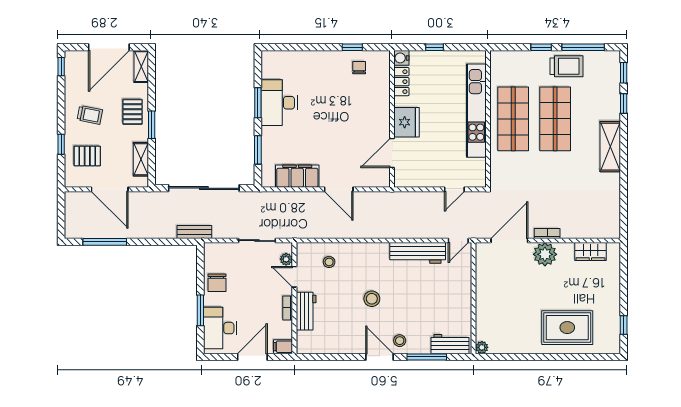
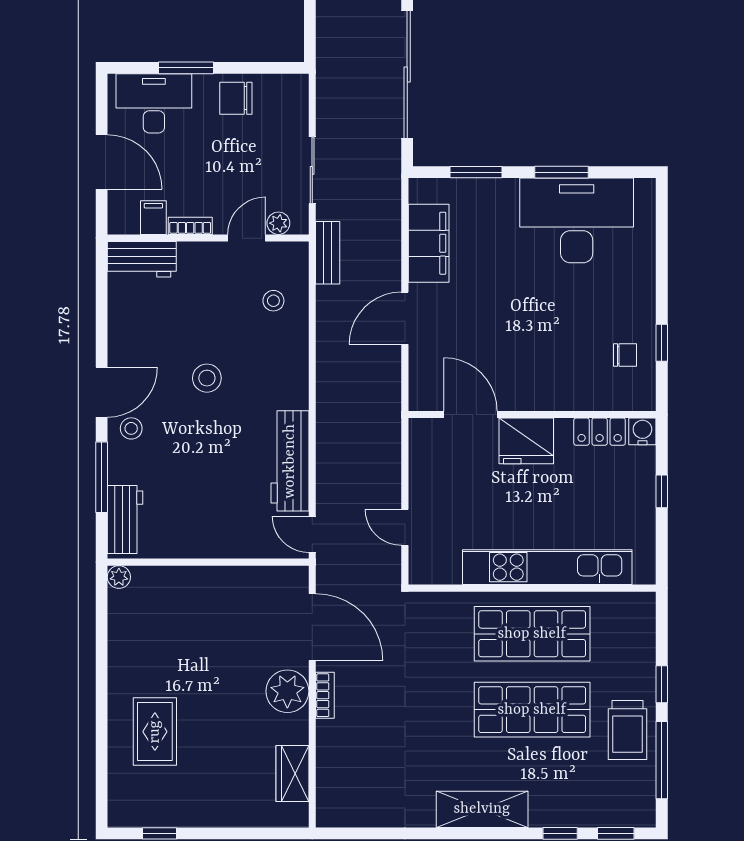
desk: (279, 103) -> (577, 220), width x1.36, depth x1.30
bench: (194, 232) -> (328, 253), moved
workbench: (306, 311) -> (142, 259), moved
rug: (567, 328) -> (155, 732), width x0.73, depth x0.70
filing cabinet: (283, 347) -> (153, 218), moved

